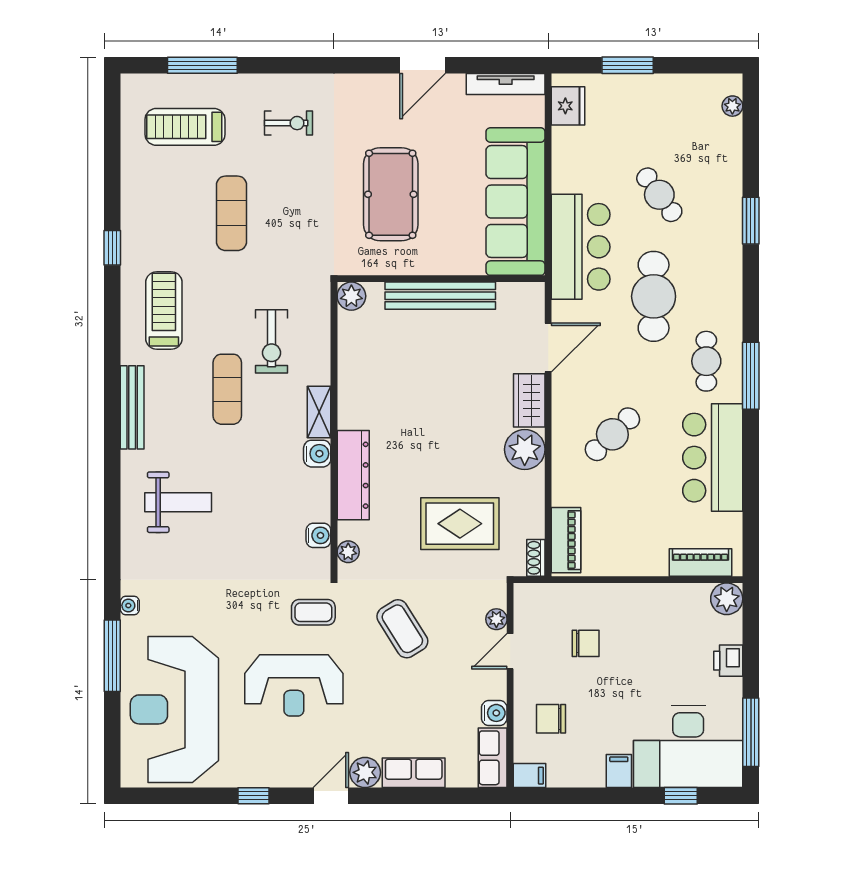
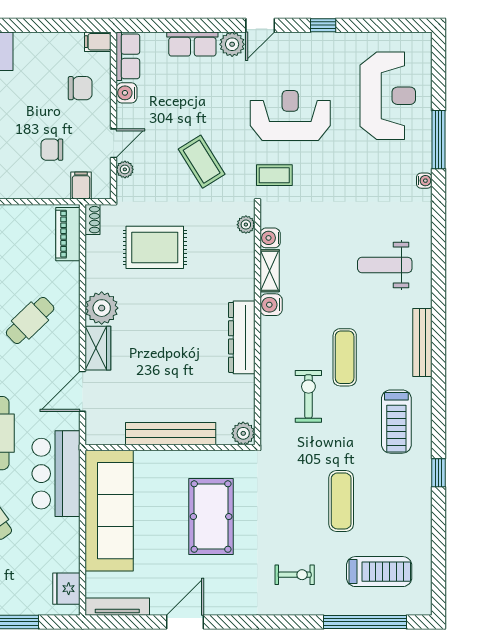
window: (202, 65) -> (365, 622), width x1.46
exercise bike: (288, 123) -> (295, 575), turned 180
shelving: (319, 412) -> (270, 271), moved
dresser: (353, 475) -> (242, 337), moved
reception desk: (174, 709) -> (388, 96), width x0.74, depth x0.77
filing cabinet: (619, 771) -> (81, 186), moved, turned 180

